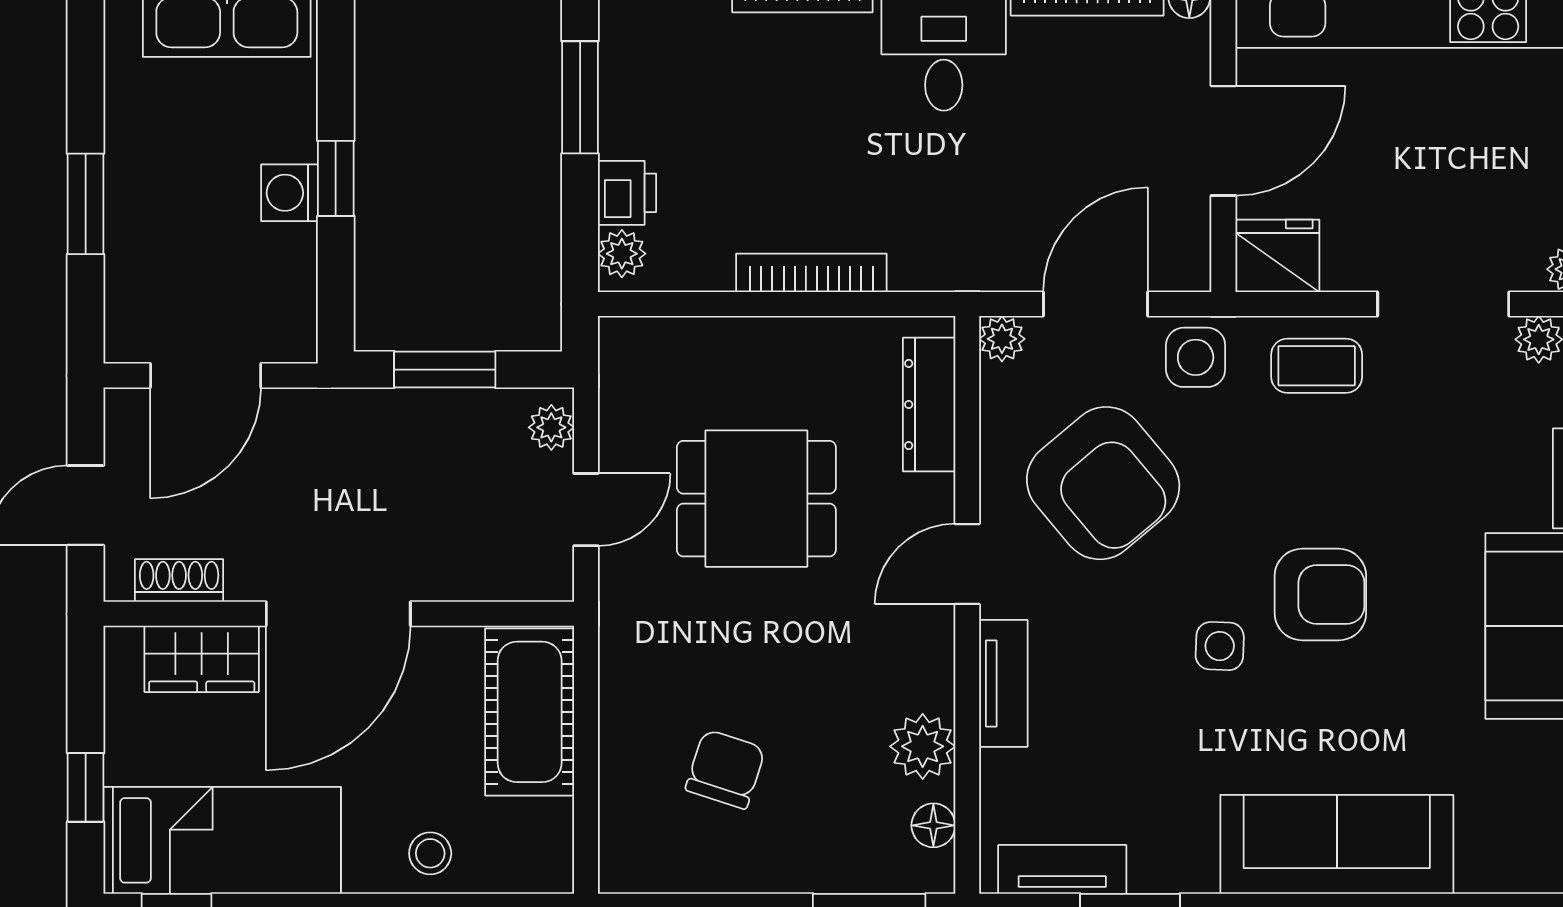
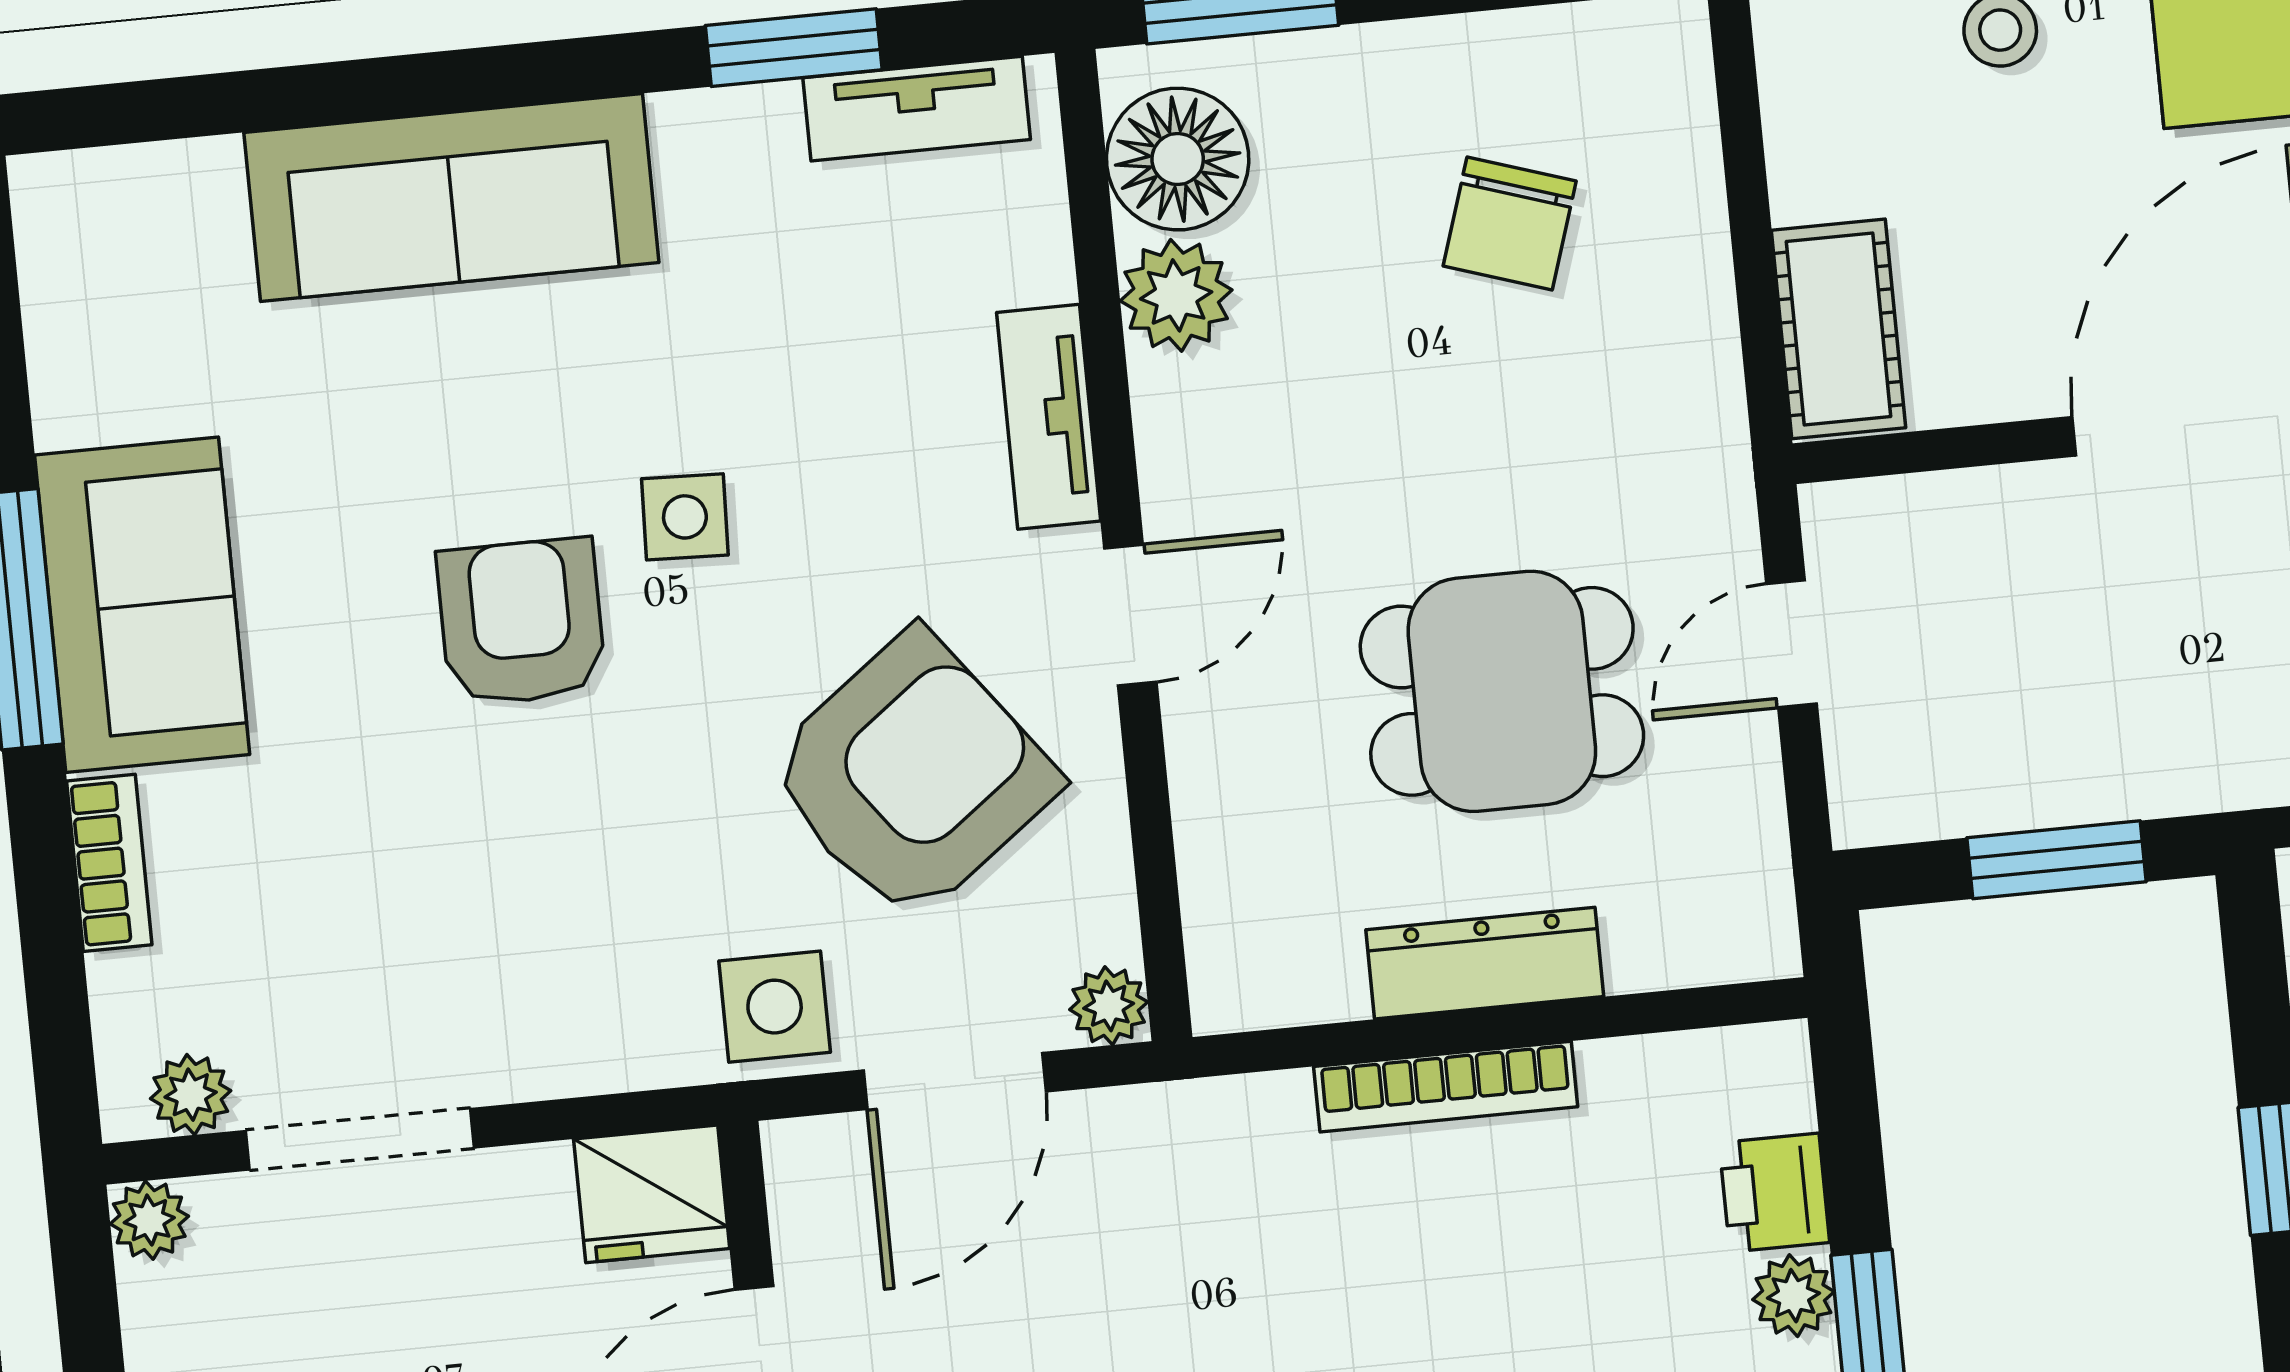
plant: (622, 254) -> (1793, 1296), moved
coffee table: (1317, 366) -> (566, 1012), removed
dresser: (929, 405) -> (1485, 963), moved, turned -90
plant: (551, 427) -> (1865, 779), removed
armchair: (1103, 483) -> (912, 776), turned 93
armchair: (1320, 595) -> (521, 622), turned 90
cot: (530, 712) -> (1838, 329), width x0.73, depth x0.75
floor lamp: (933, 825) -> (1178, 159), width x1.89, depth x1.89

